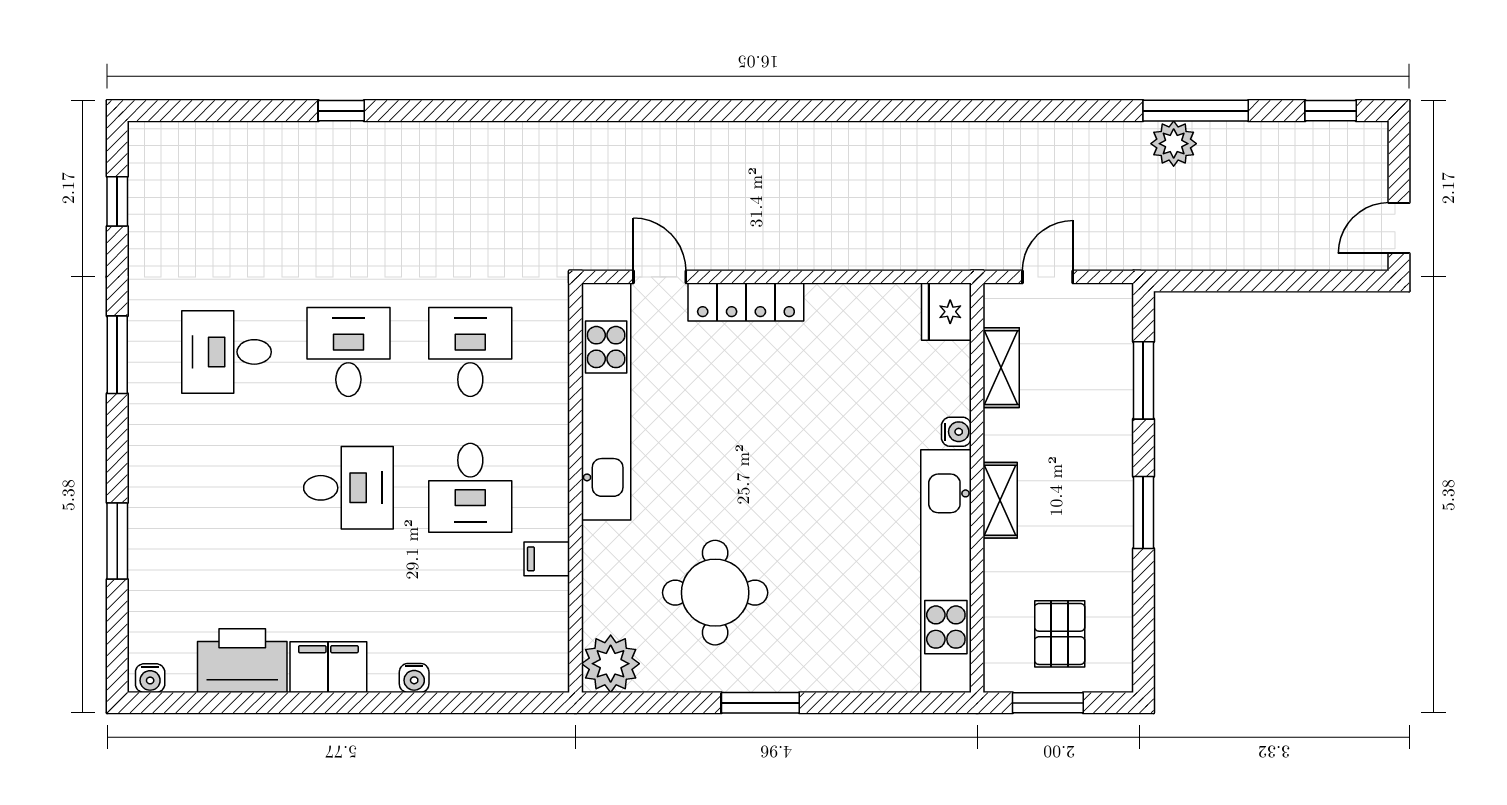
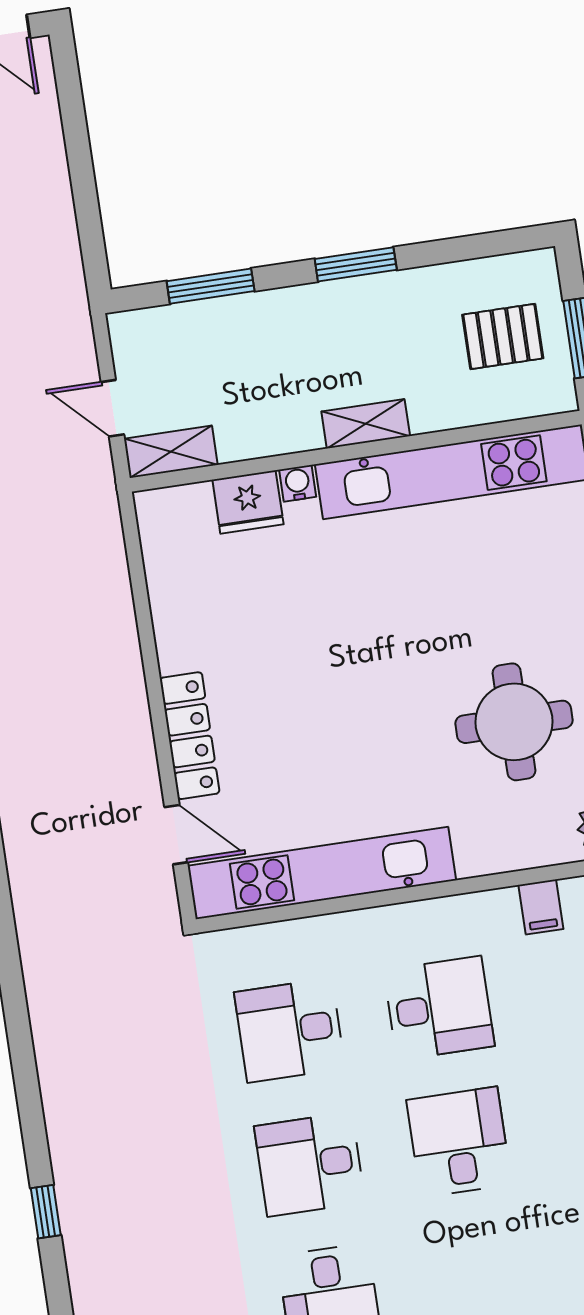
door: (660, 277) -> (176, 835), swing flipped
fridge: (946, 312) -> (248, 502), moved
shelving: (1001, 368) -> (171, 452), moved
filing cabinet: (547, 559) -> (541, 907), moved

